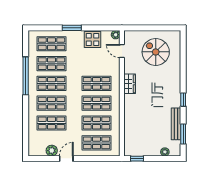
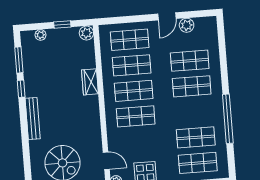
shop shelf: (51, 83) -> (194, 112), removed
wardrobe: (130, 84) -> (90, 82), moved
window: (183, 100) -> (21, 89), moved
bench: (176, 124) -> (33, 119), moved
plant: (129, 151) -> (86, 33), added
window: (137, 159) -> (62, 25), moved

